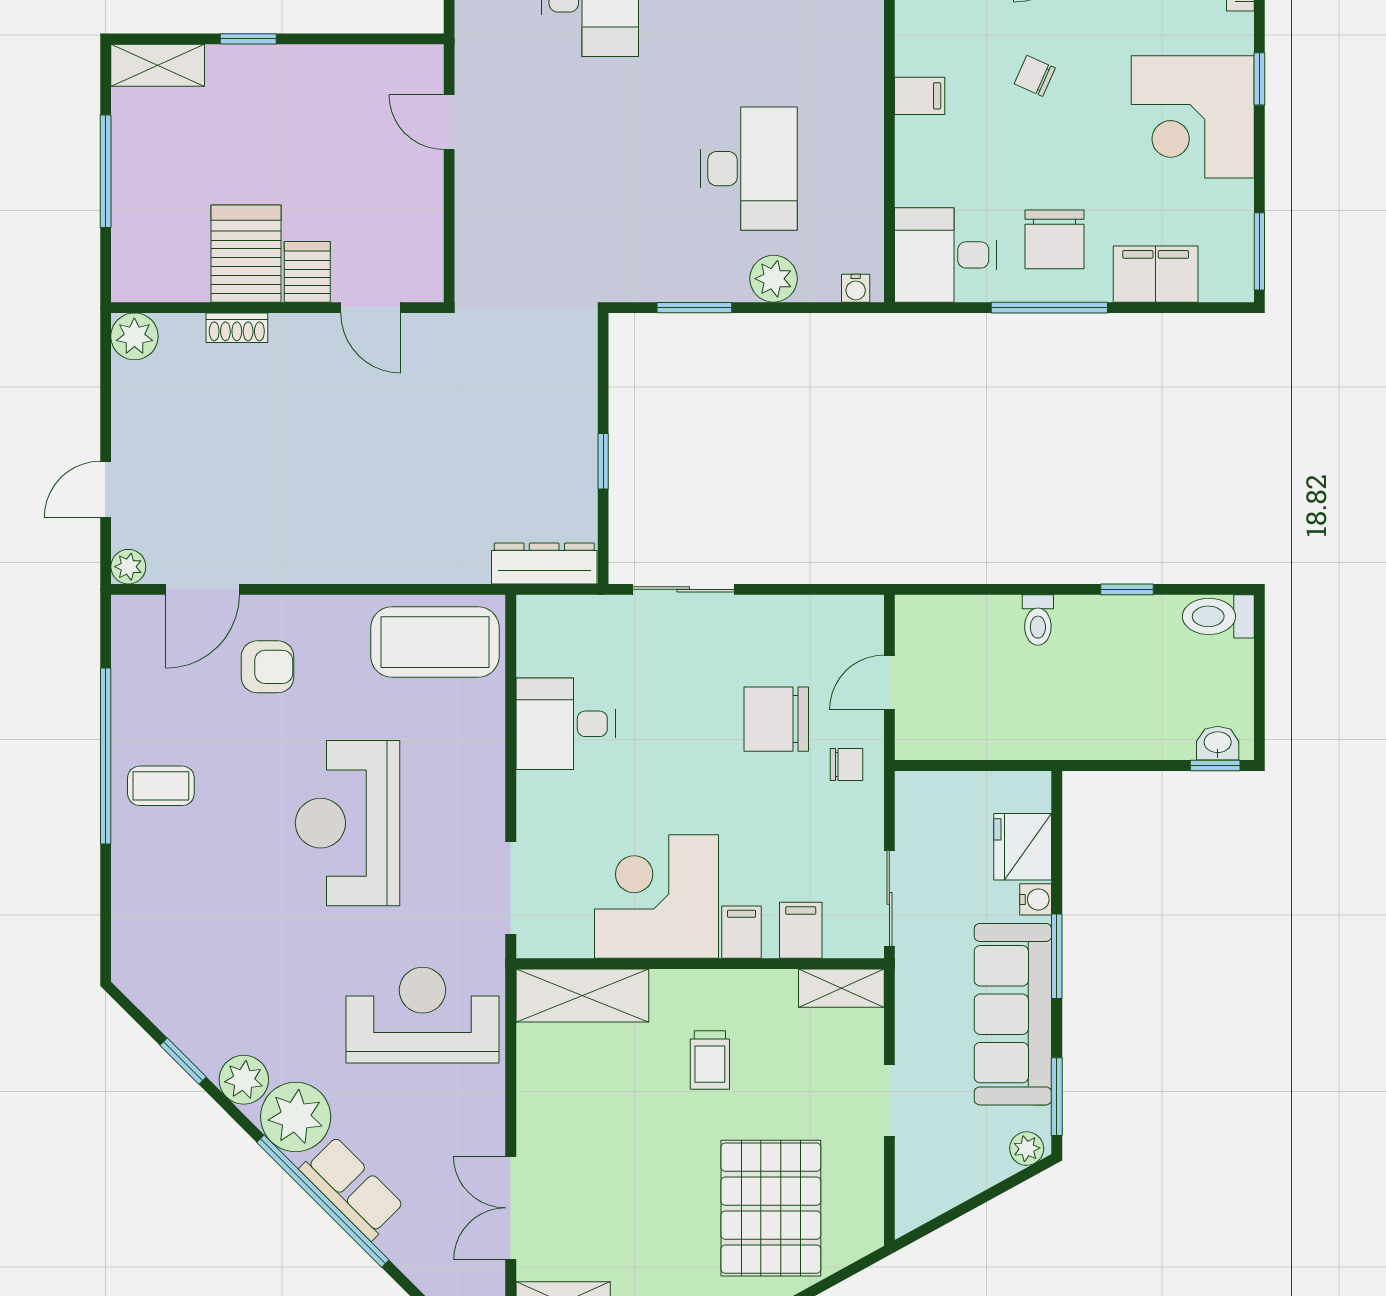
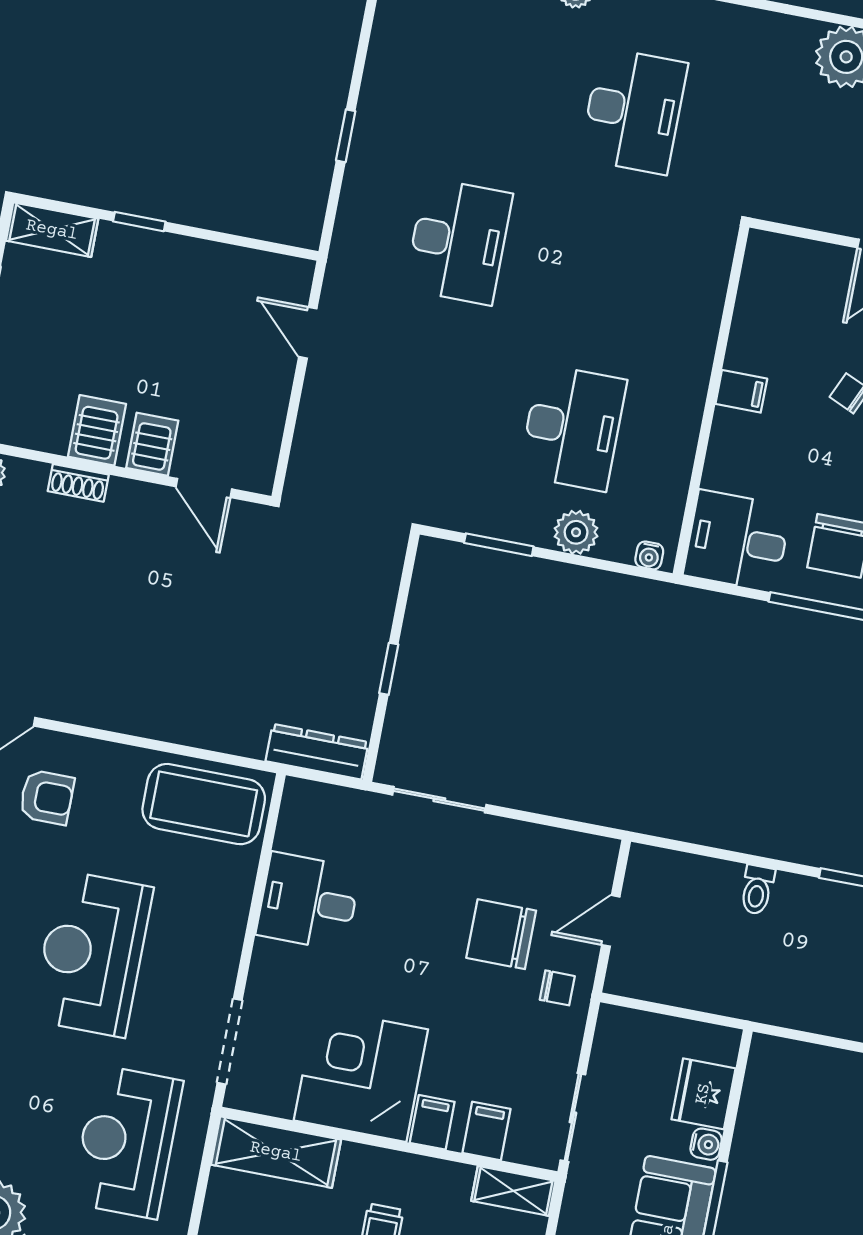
server rack: (246, 254) -> (97, 430), width x0.73, depth x0.70
reception desk: (422, 1015) -> (127, 1142), turned -90

